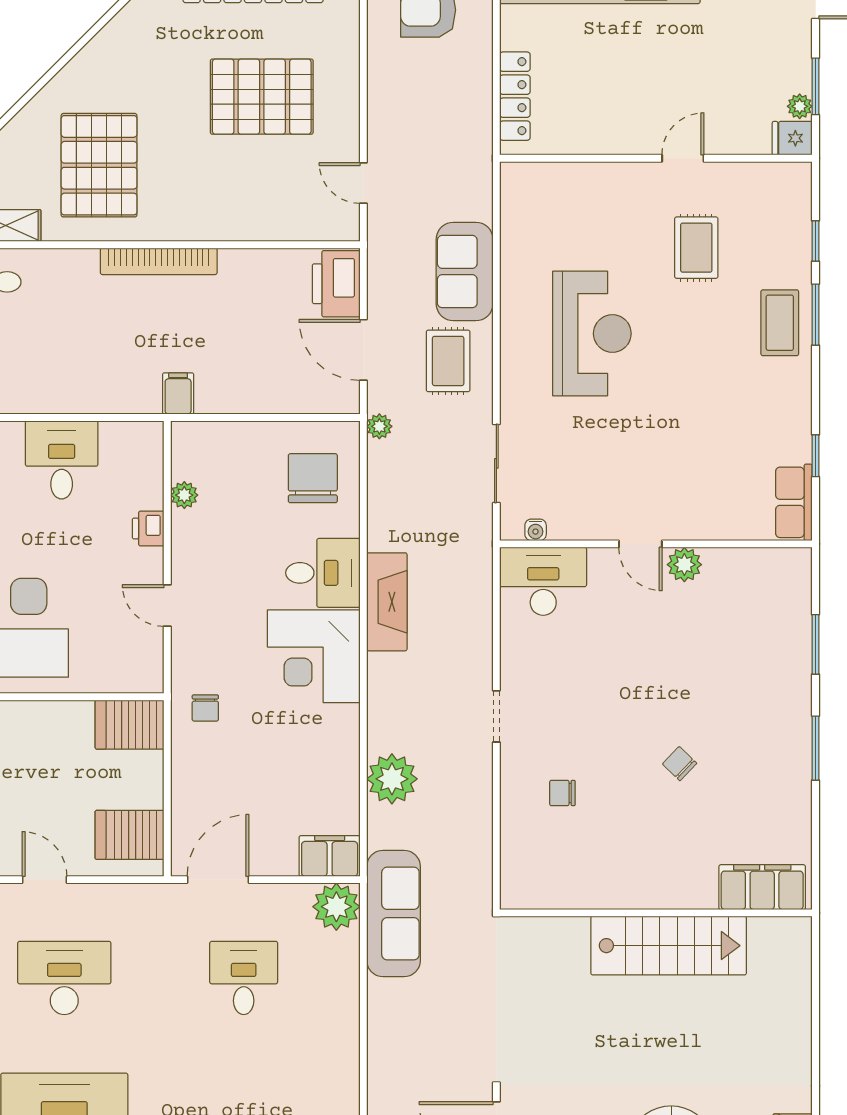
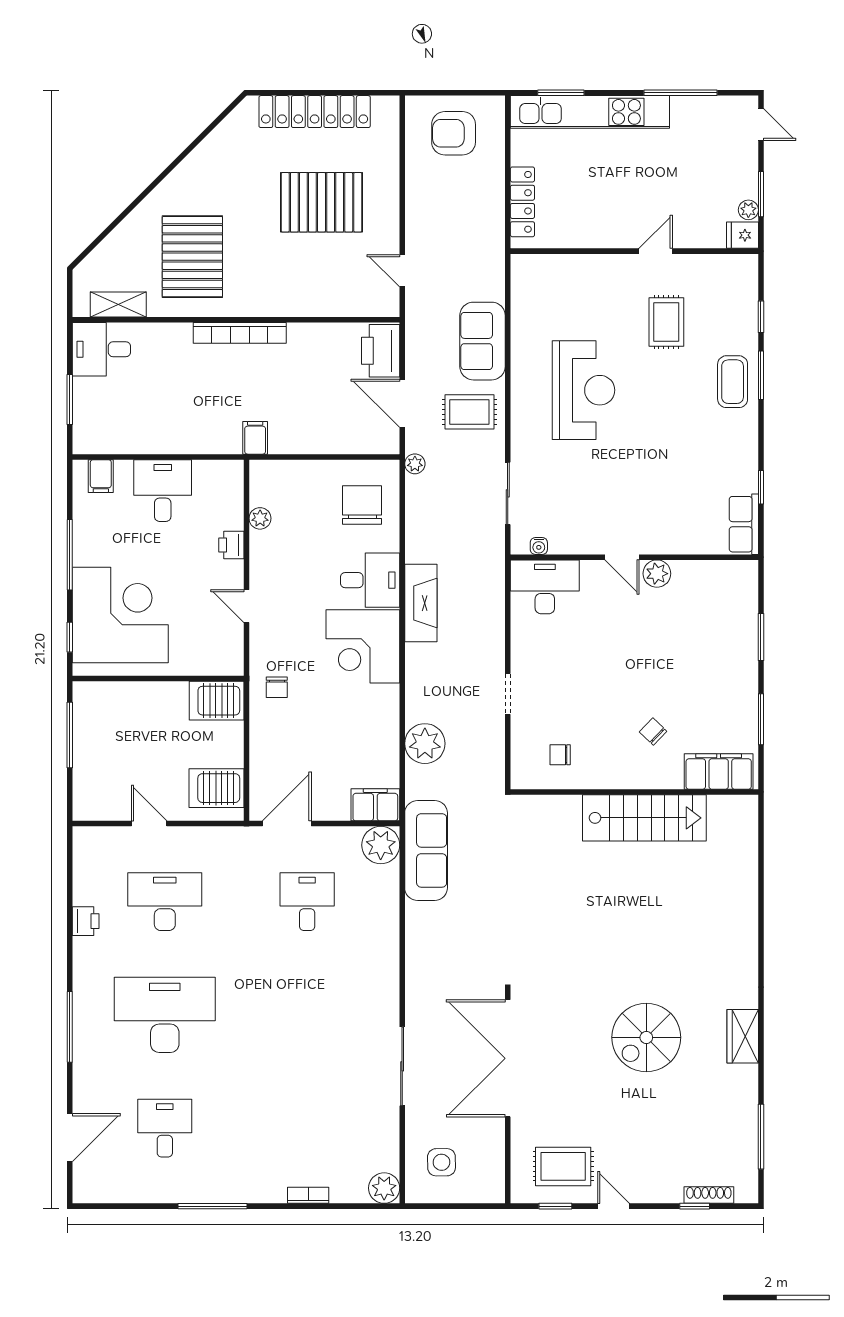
rug: (448, 361) -> (469, 412), turned 90
filing cabinet: (762, 887) -> (719, 772), moved
wall: (656, 913) -> (634, 792), moved
stairs: (669, 946) -> (644, 818), moved

